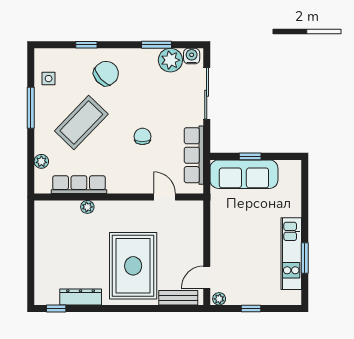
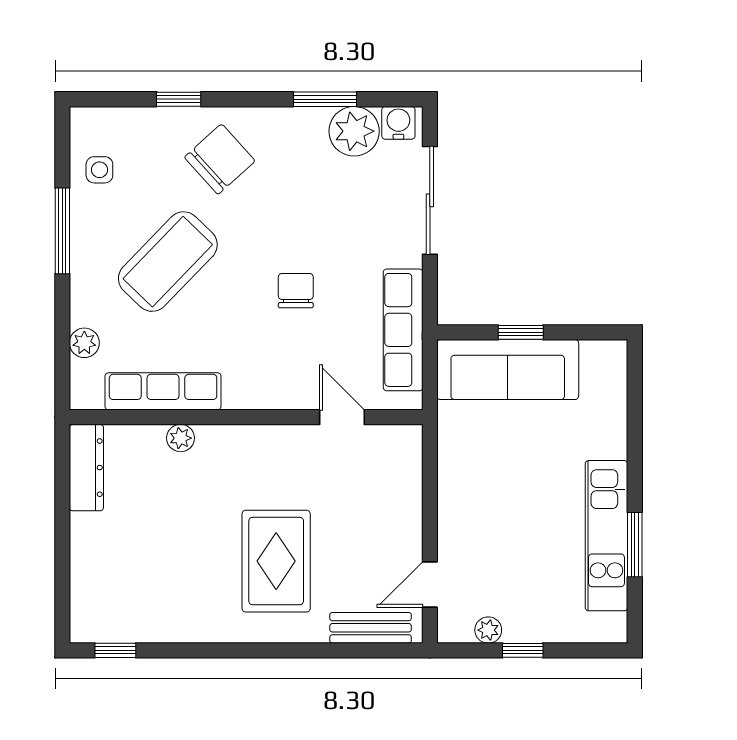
rug: (133, 266) -> (276, 561), width x0.73, depth x0.69
dresser: (81, 297) -> (86, 468), moved, turned 90
plant: (219, 299) -> (488, 630), moved

